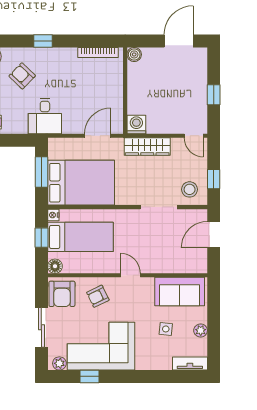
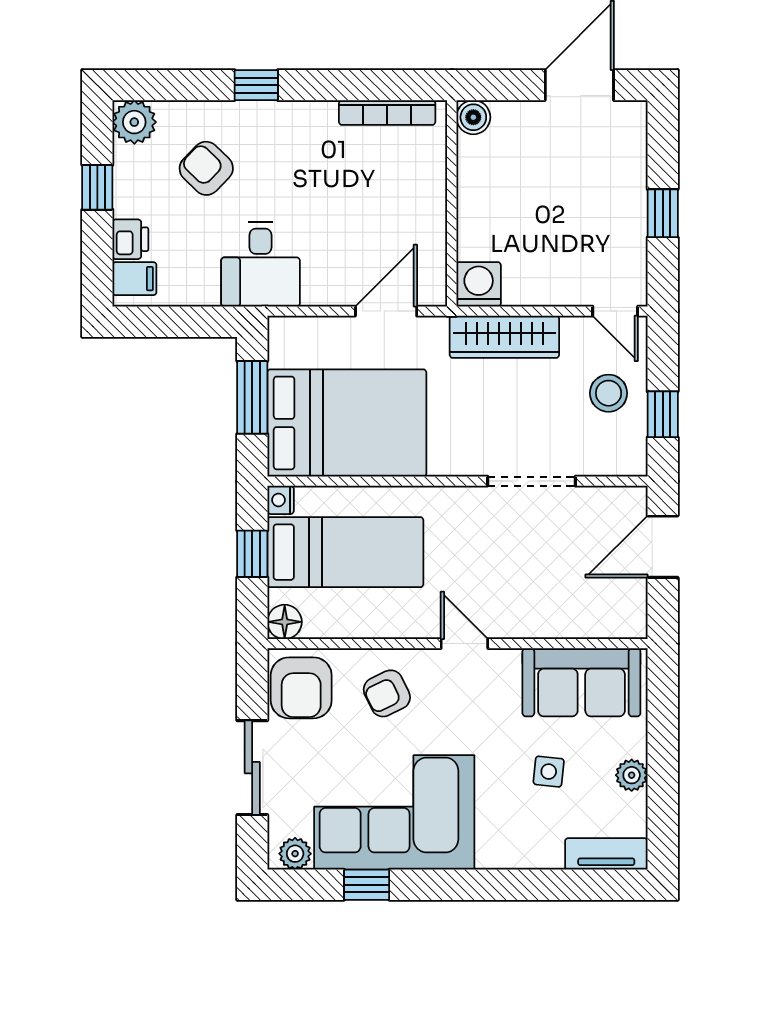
stool: (190, 189) -> (609, 393), moved

